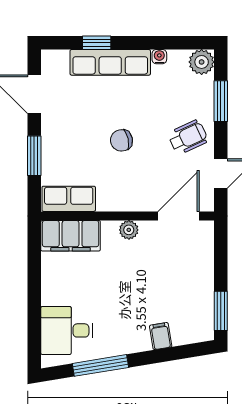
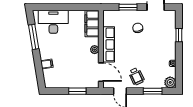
row of seats: (110, 62) -> (170, 41), removed
chair: (121, 140) -> (138, 28), moved
row of seats: (69, 199) -> (109, 44), moved, width x1.48
window: (221, 311) -> (77, 91), moved
desk: (67, 330) -> (53, 22), width x1.37

